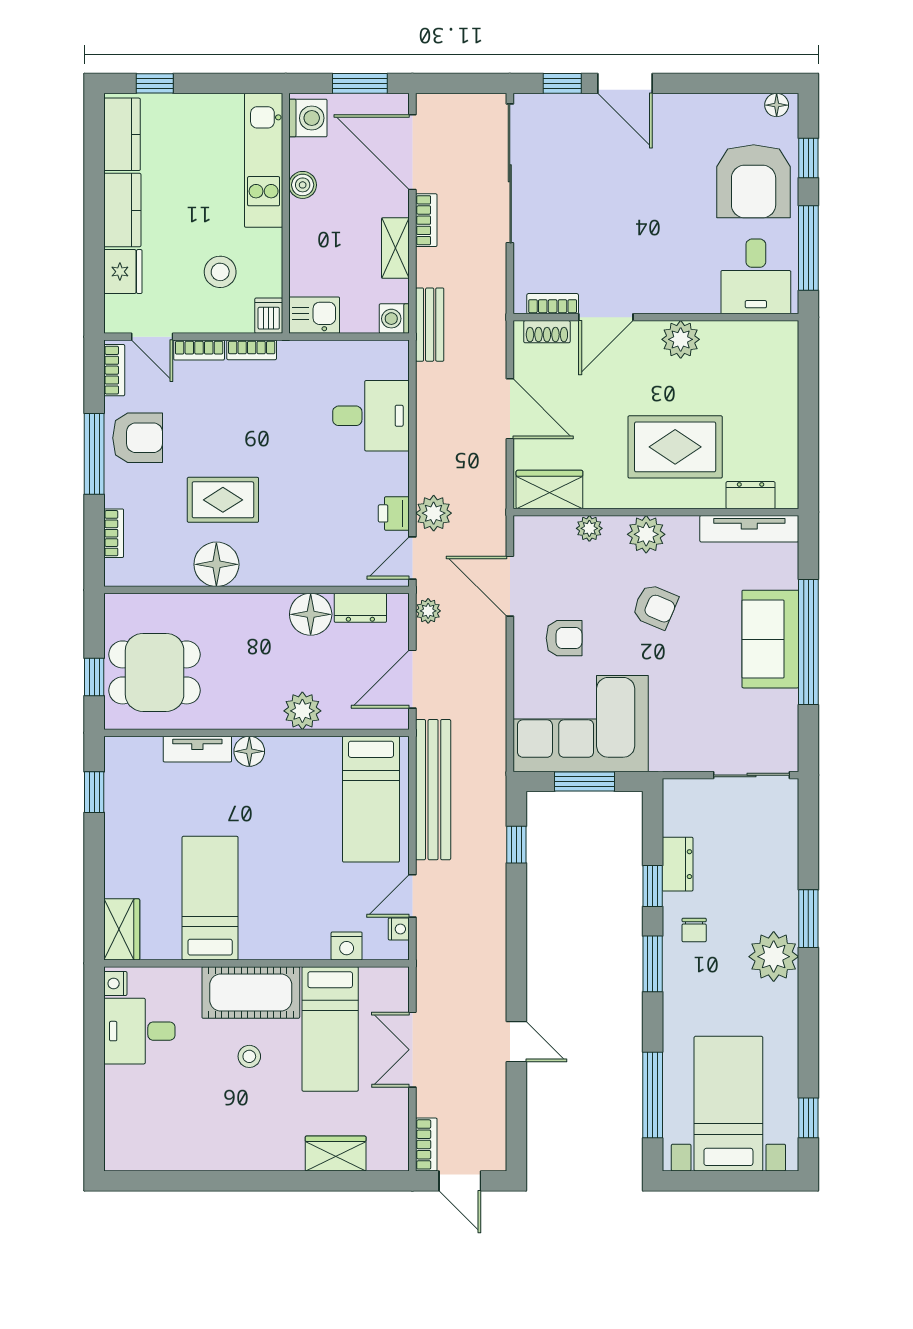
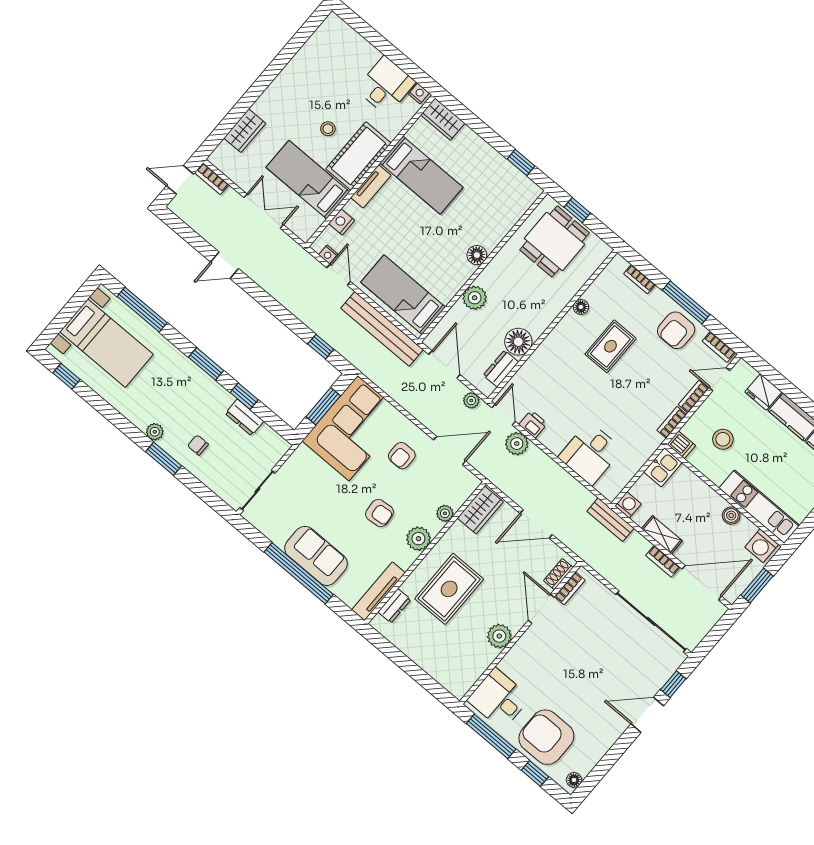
floor lamp: (216, 564) -> (581, 307), width x0.53, depth x0.53
armchair: (655, 607) -> (379, 513), turned -118
tv unit: (197, 749) -> (371, 186), moved, turned 180
chair: (694, 930) -> (198, 445), moved
plant: (774, 957) -> (155, 432), width x0.53, depth x0.53

